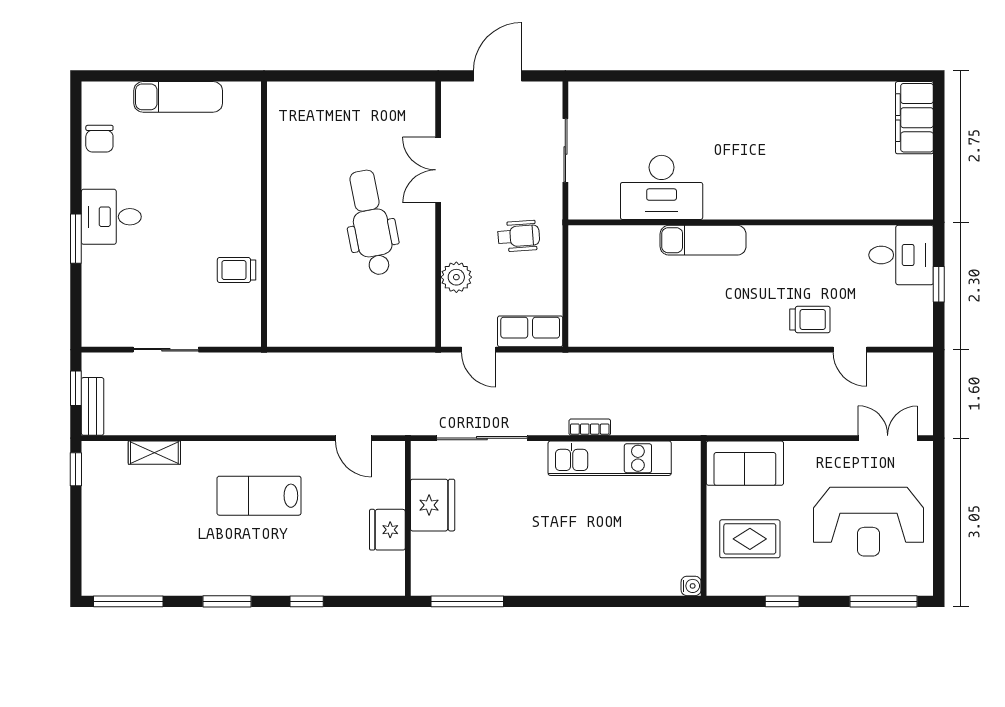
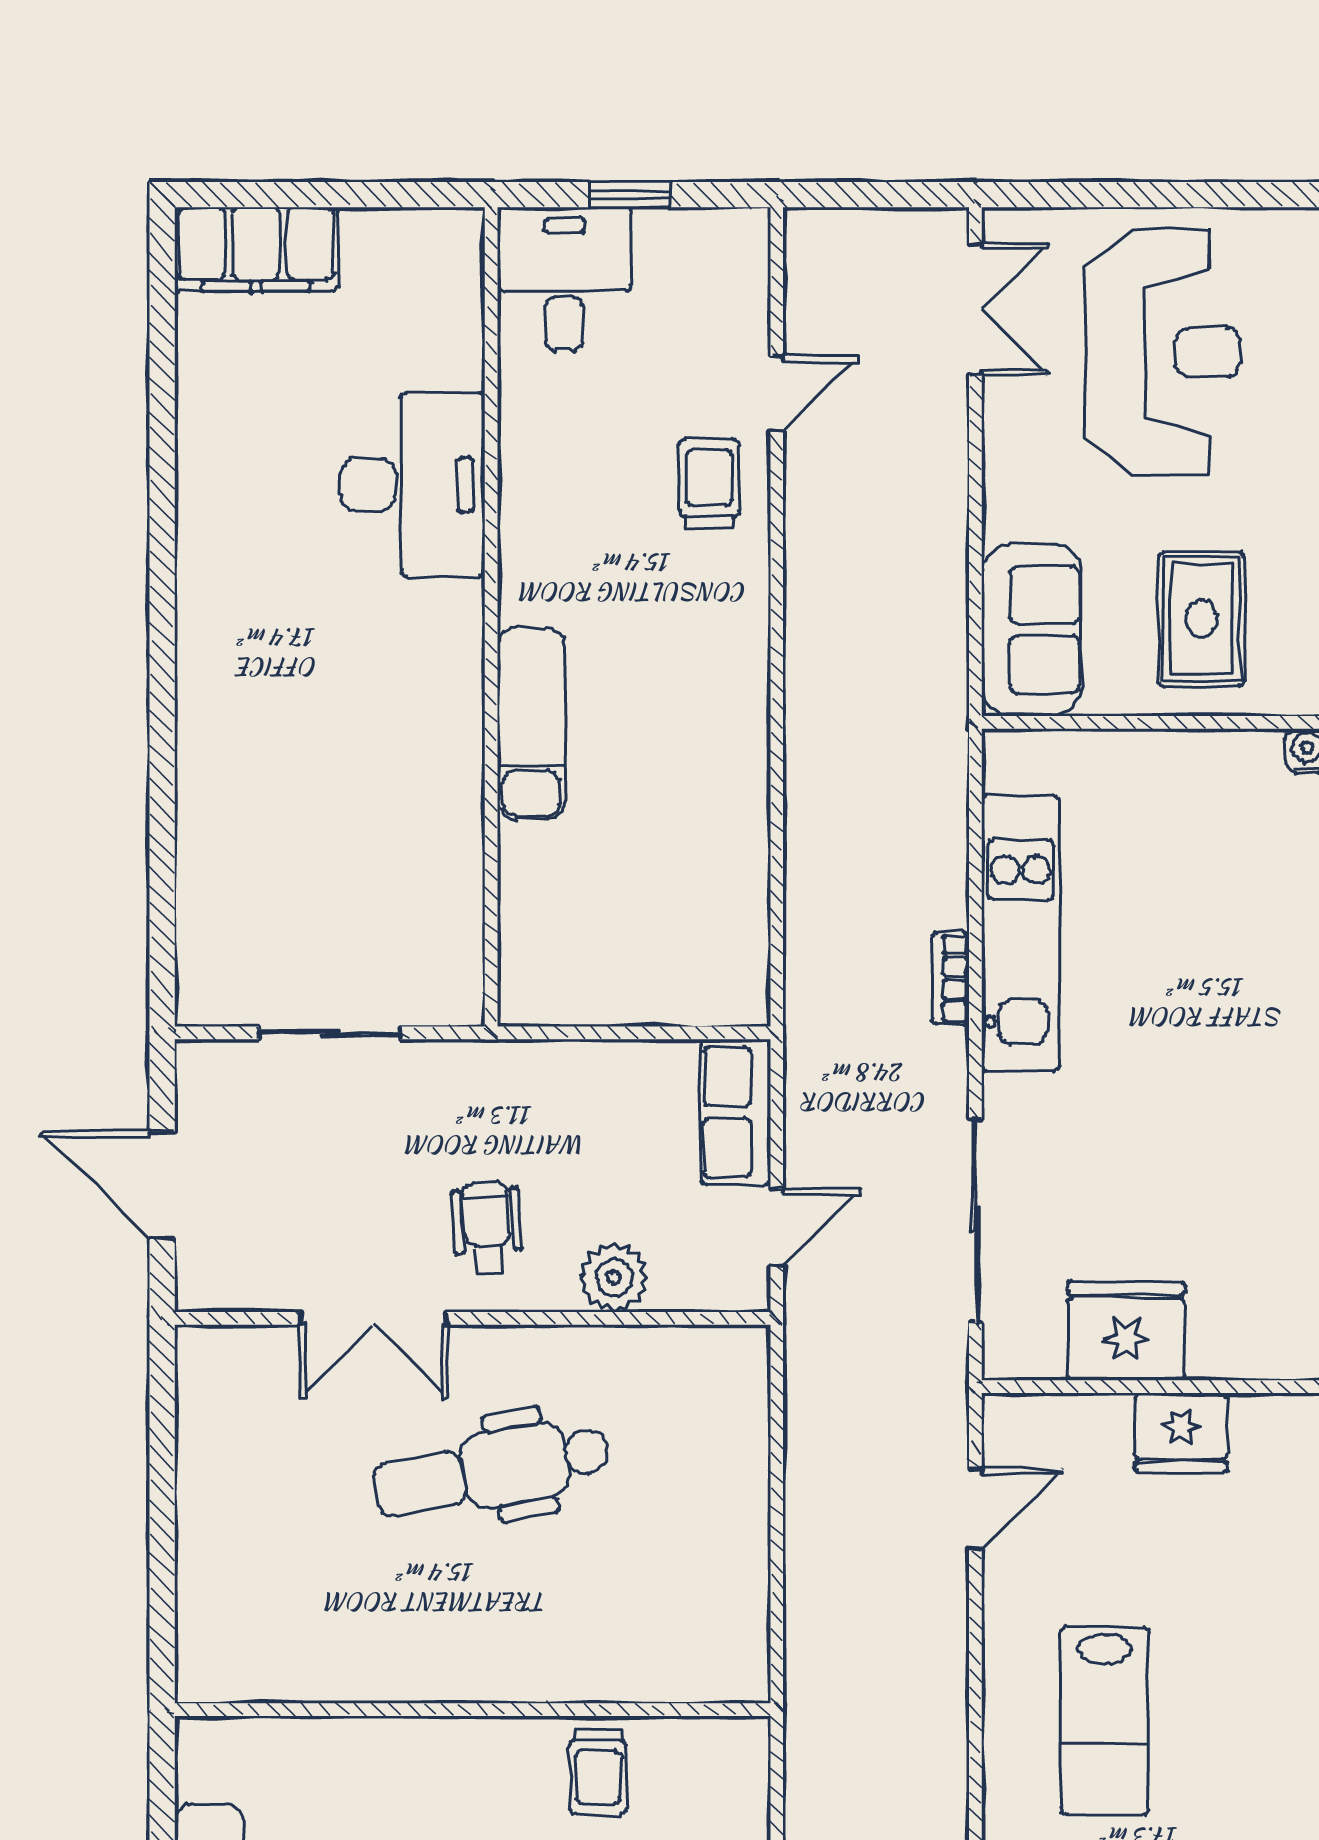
desk: (662, 187) -> (413, 484), moved
wheelchair: (519, 236) -> (487, 1228), moved
double door: (888, 438) -> (975, 309), swing flipped

